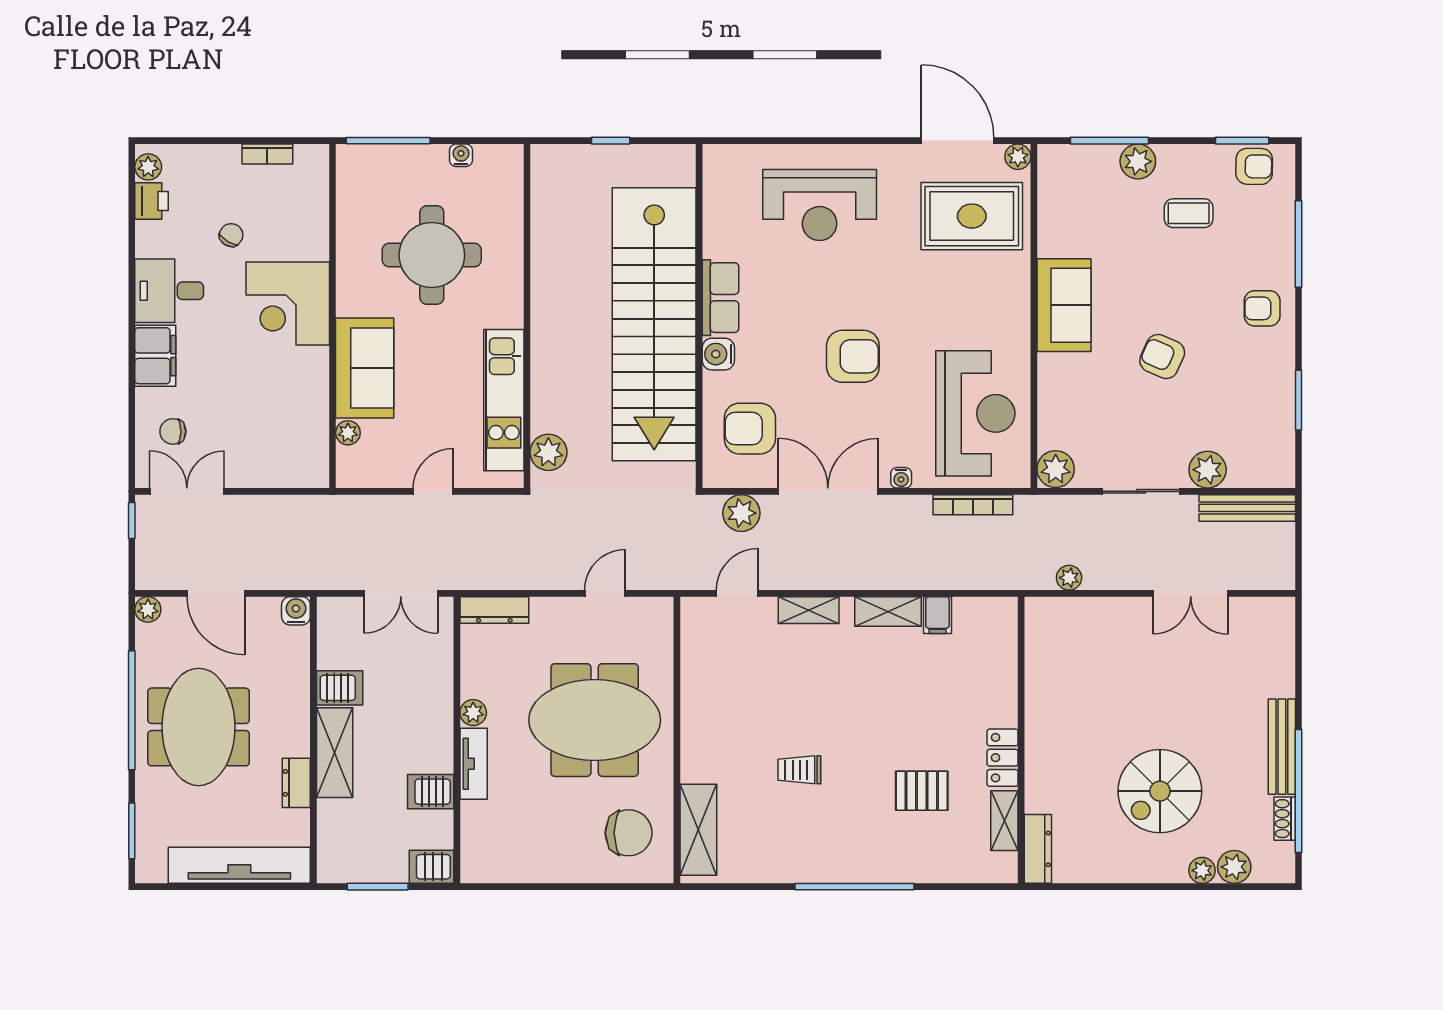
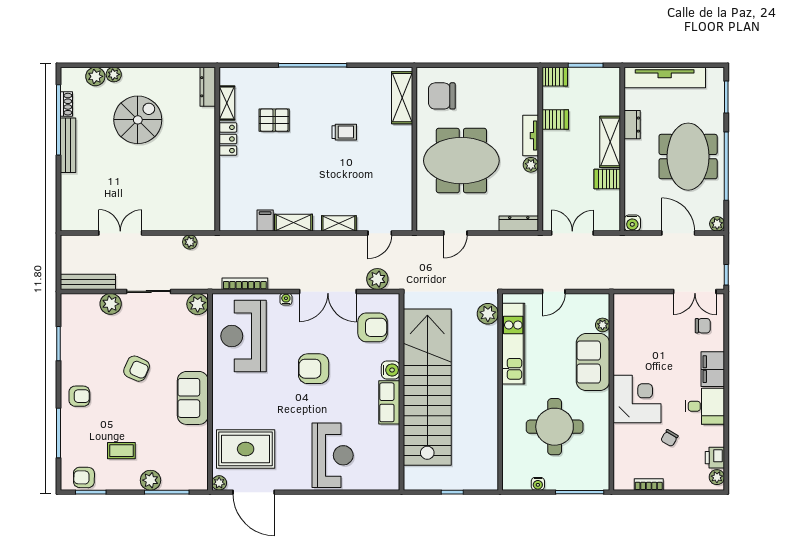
reception desk: (820, 205) -> (333, 455), turned 90

